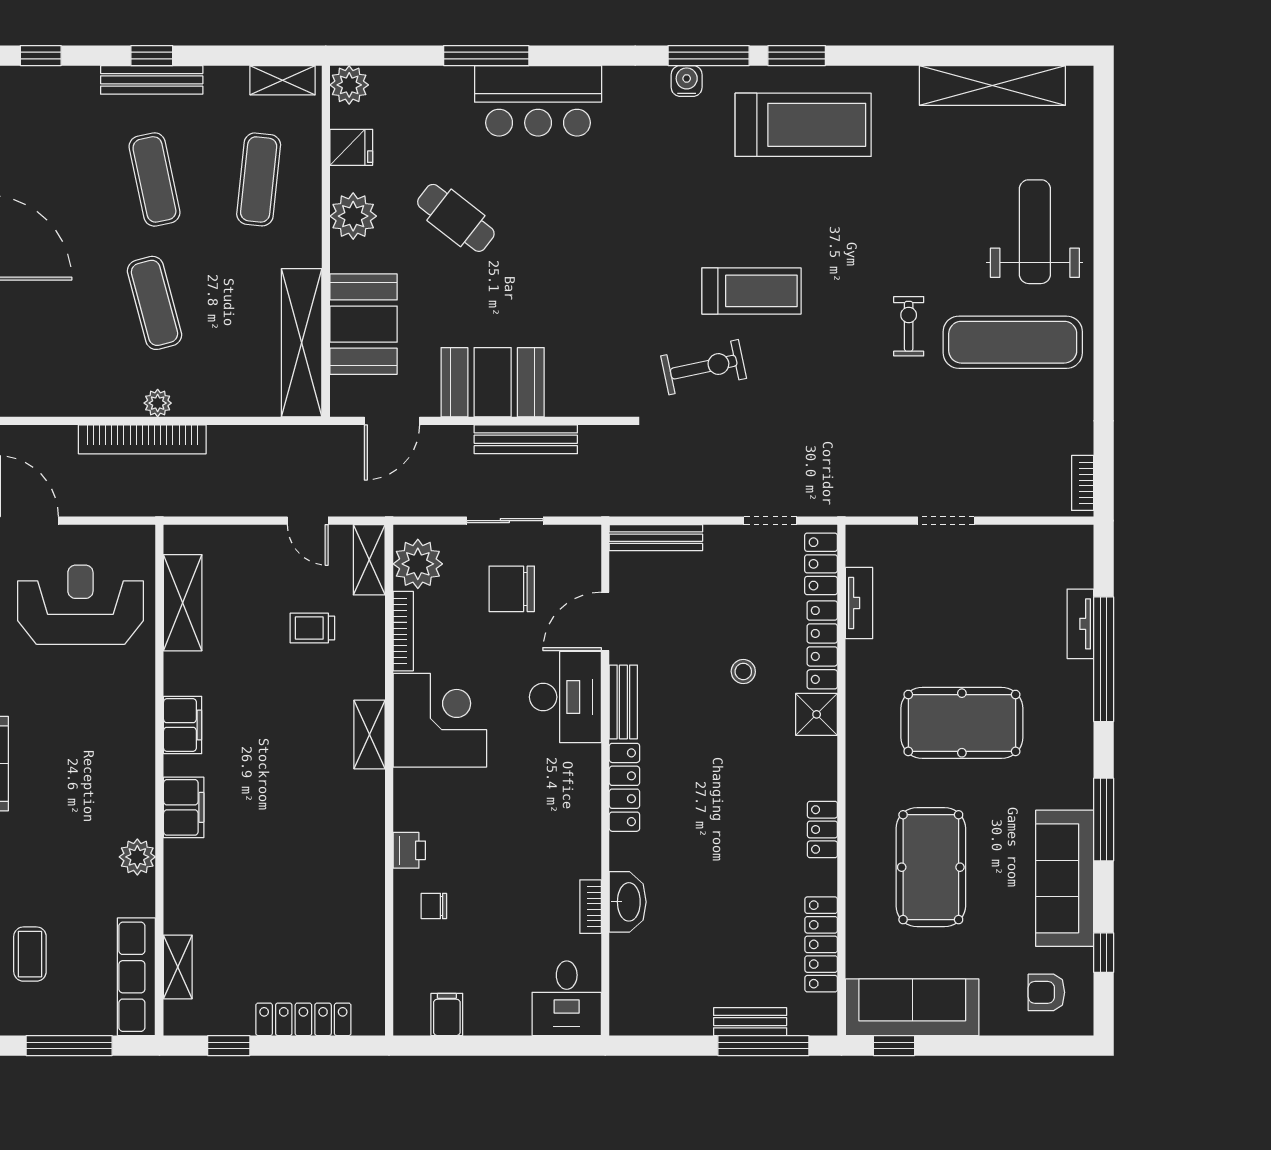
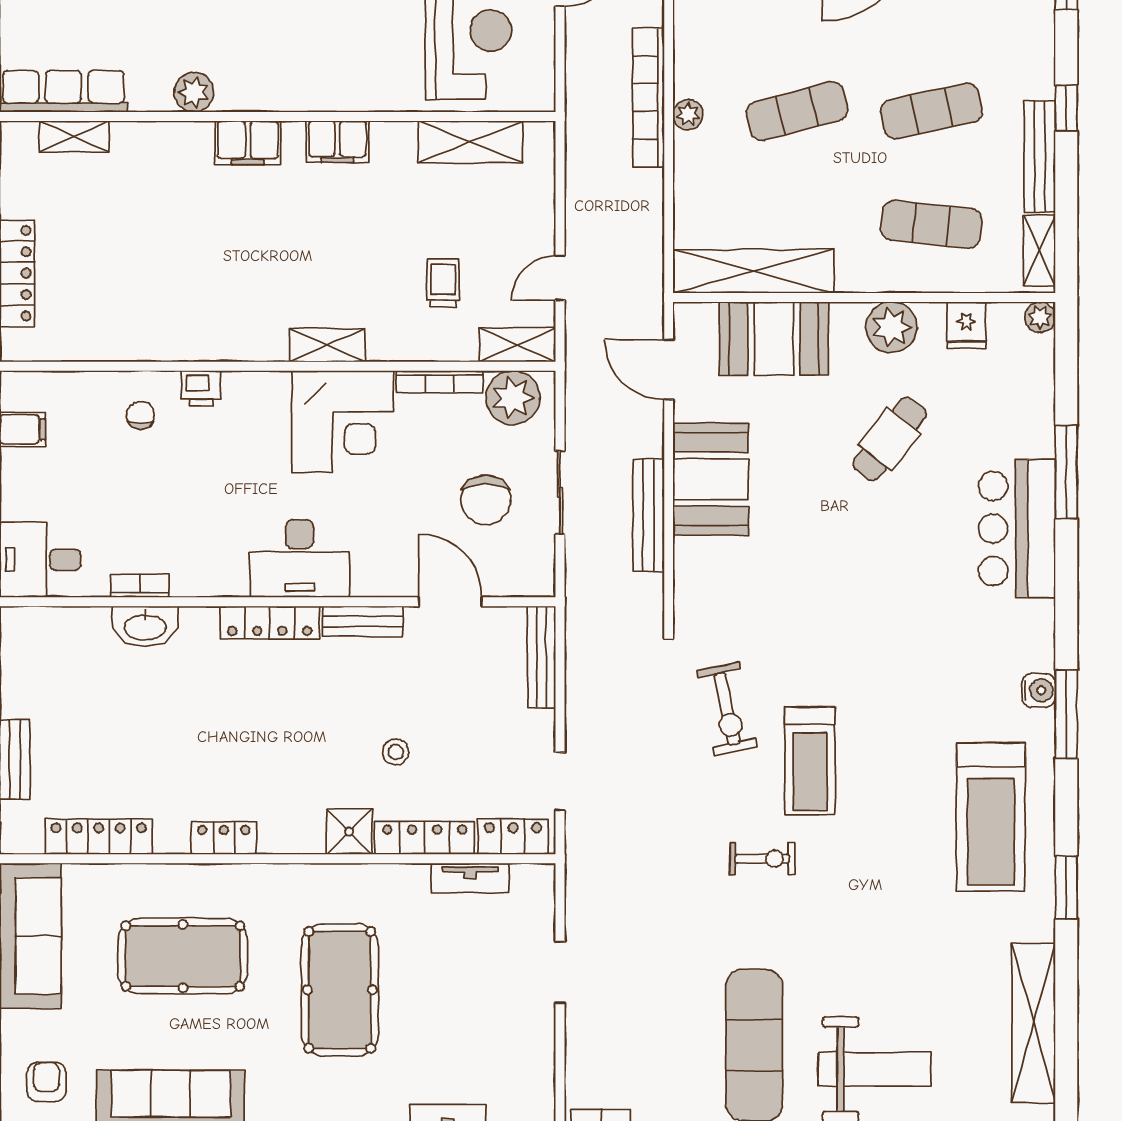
window: (797, 56) -> (1066, 887), moved
bench: (152, 80) -> (1040, 156), moved
plant: (349, 85) -> (1040, 317), width x0.73, depth x0.73
exercise bike: (909, 326) -> (762, 859), moved
chair: (512, 589) -> (486, 500), turned 180
desk: (565, 697) -> (300, 558), moved

